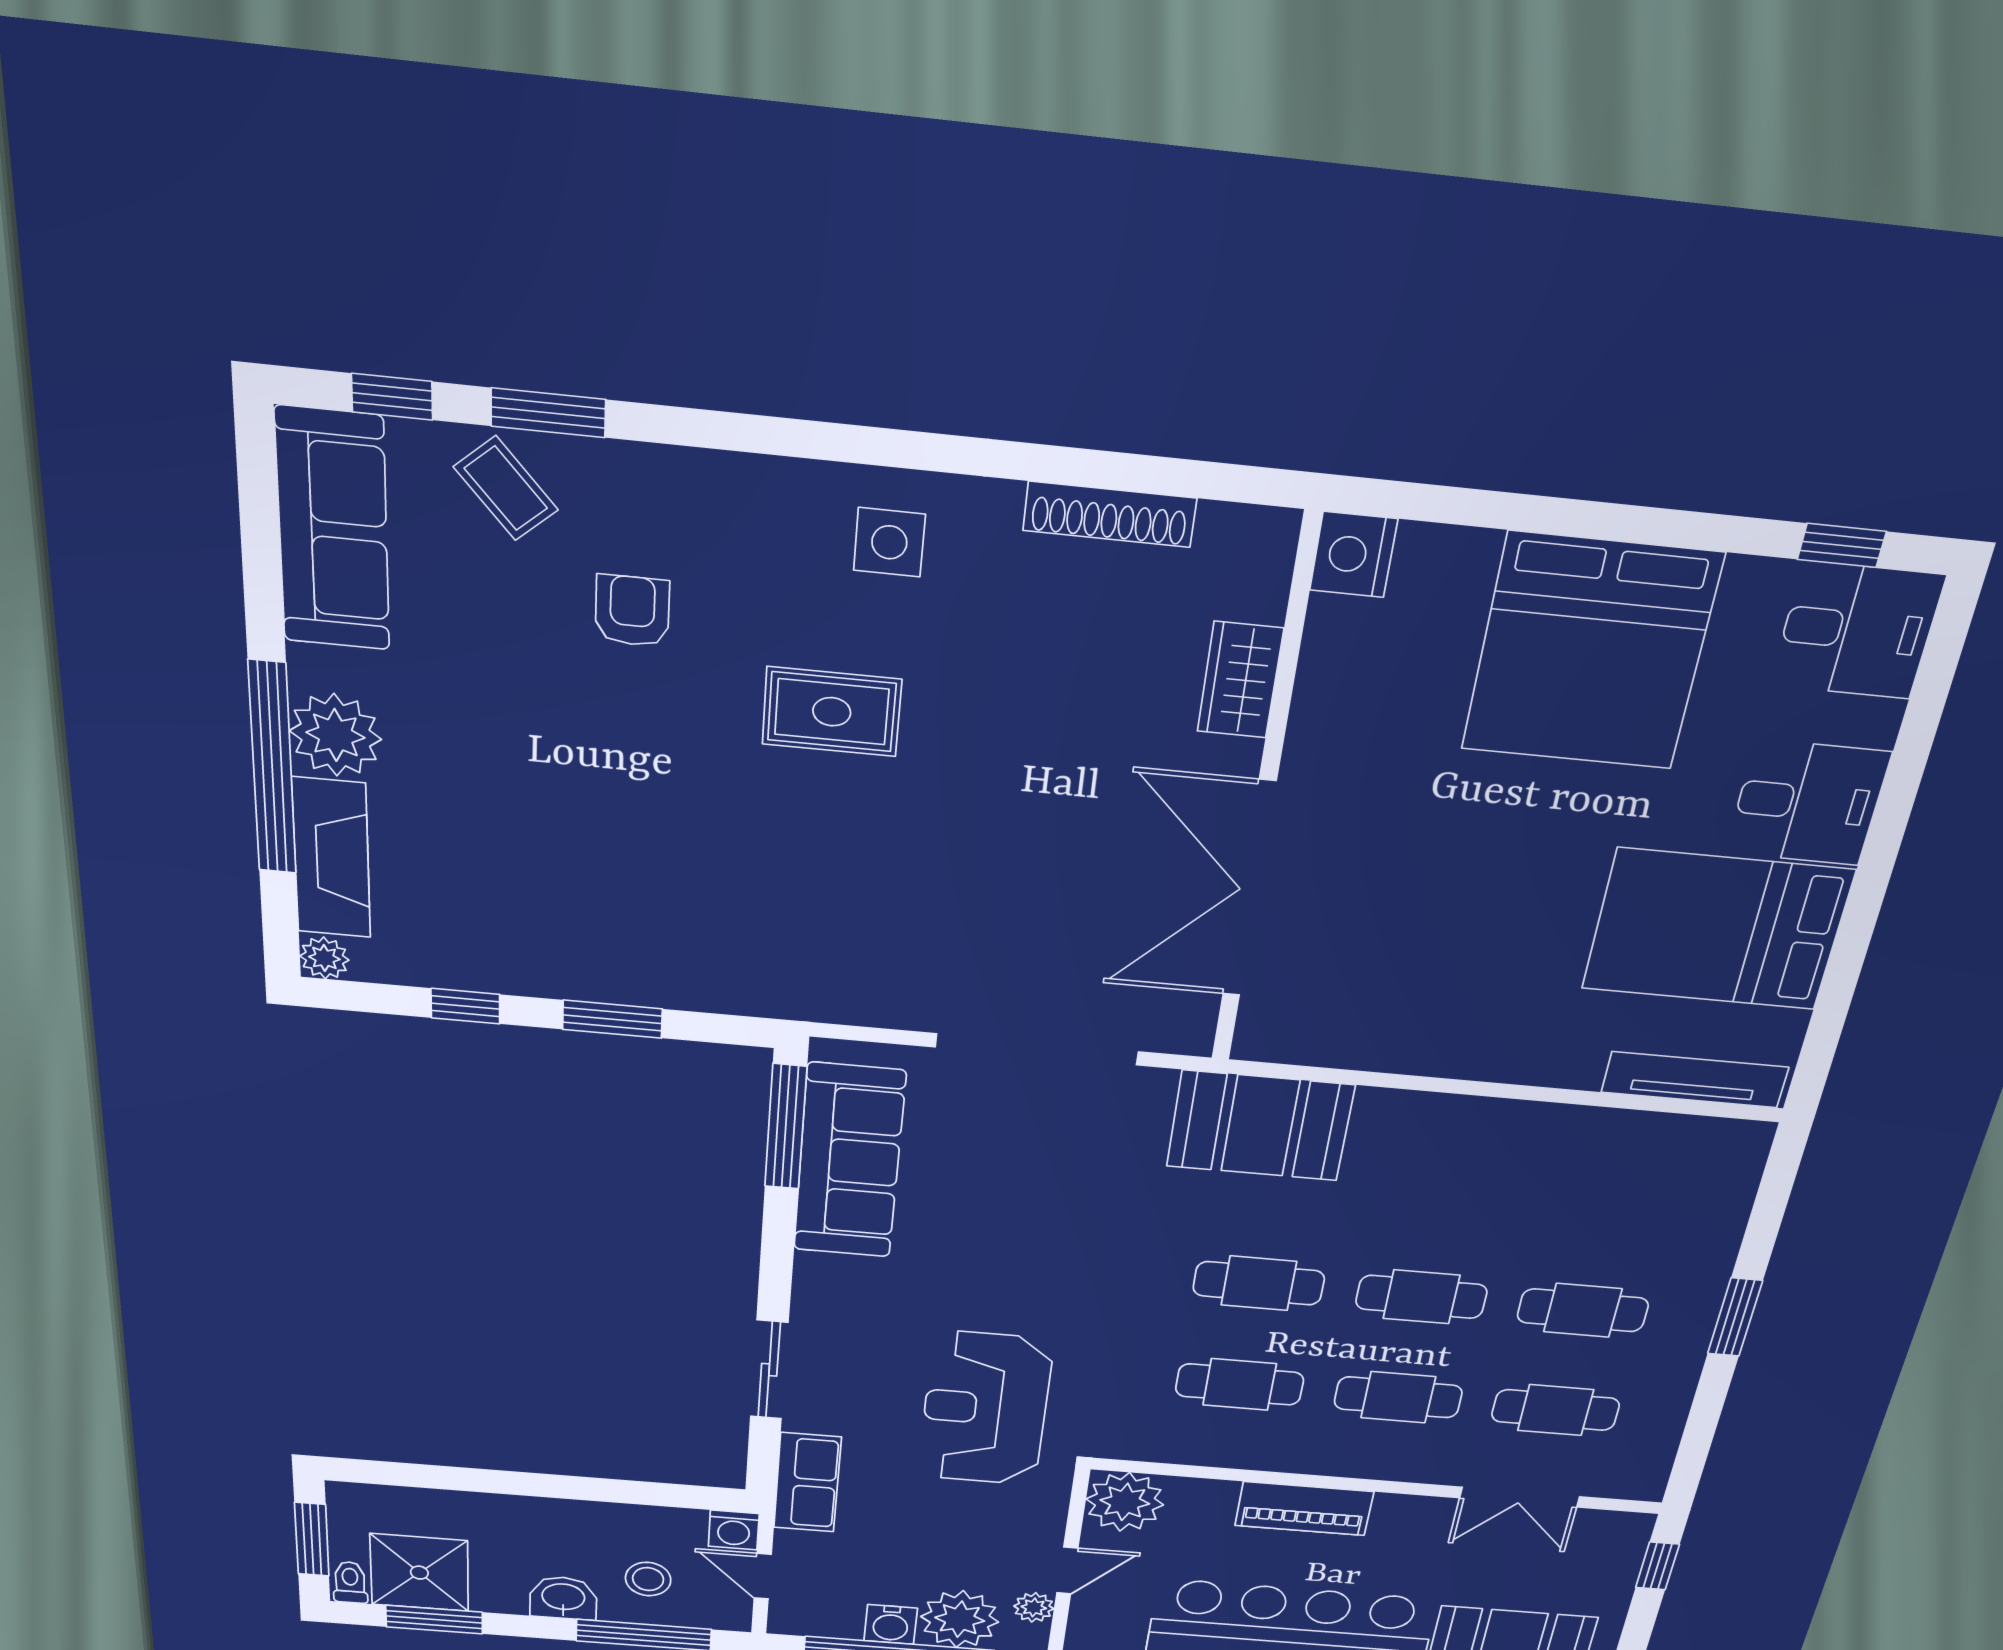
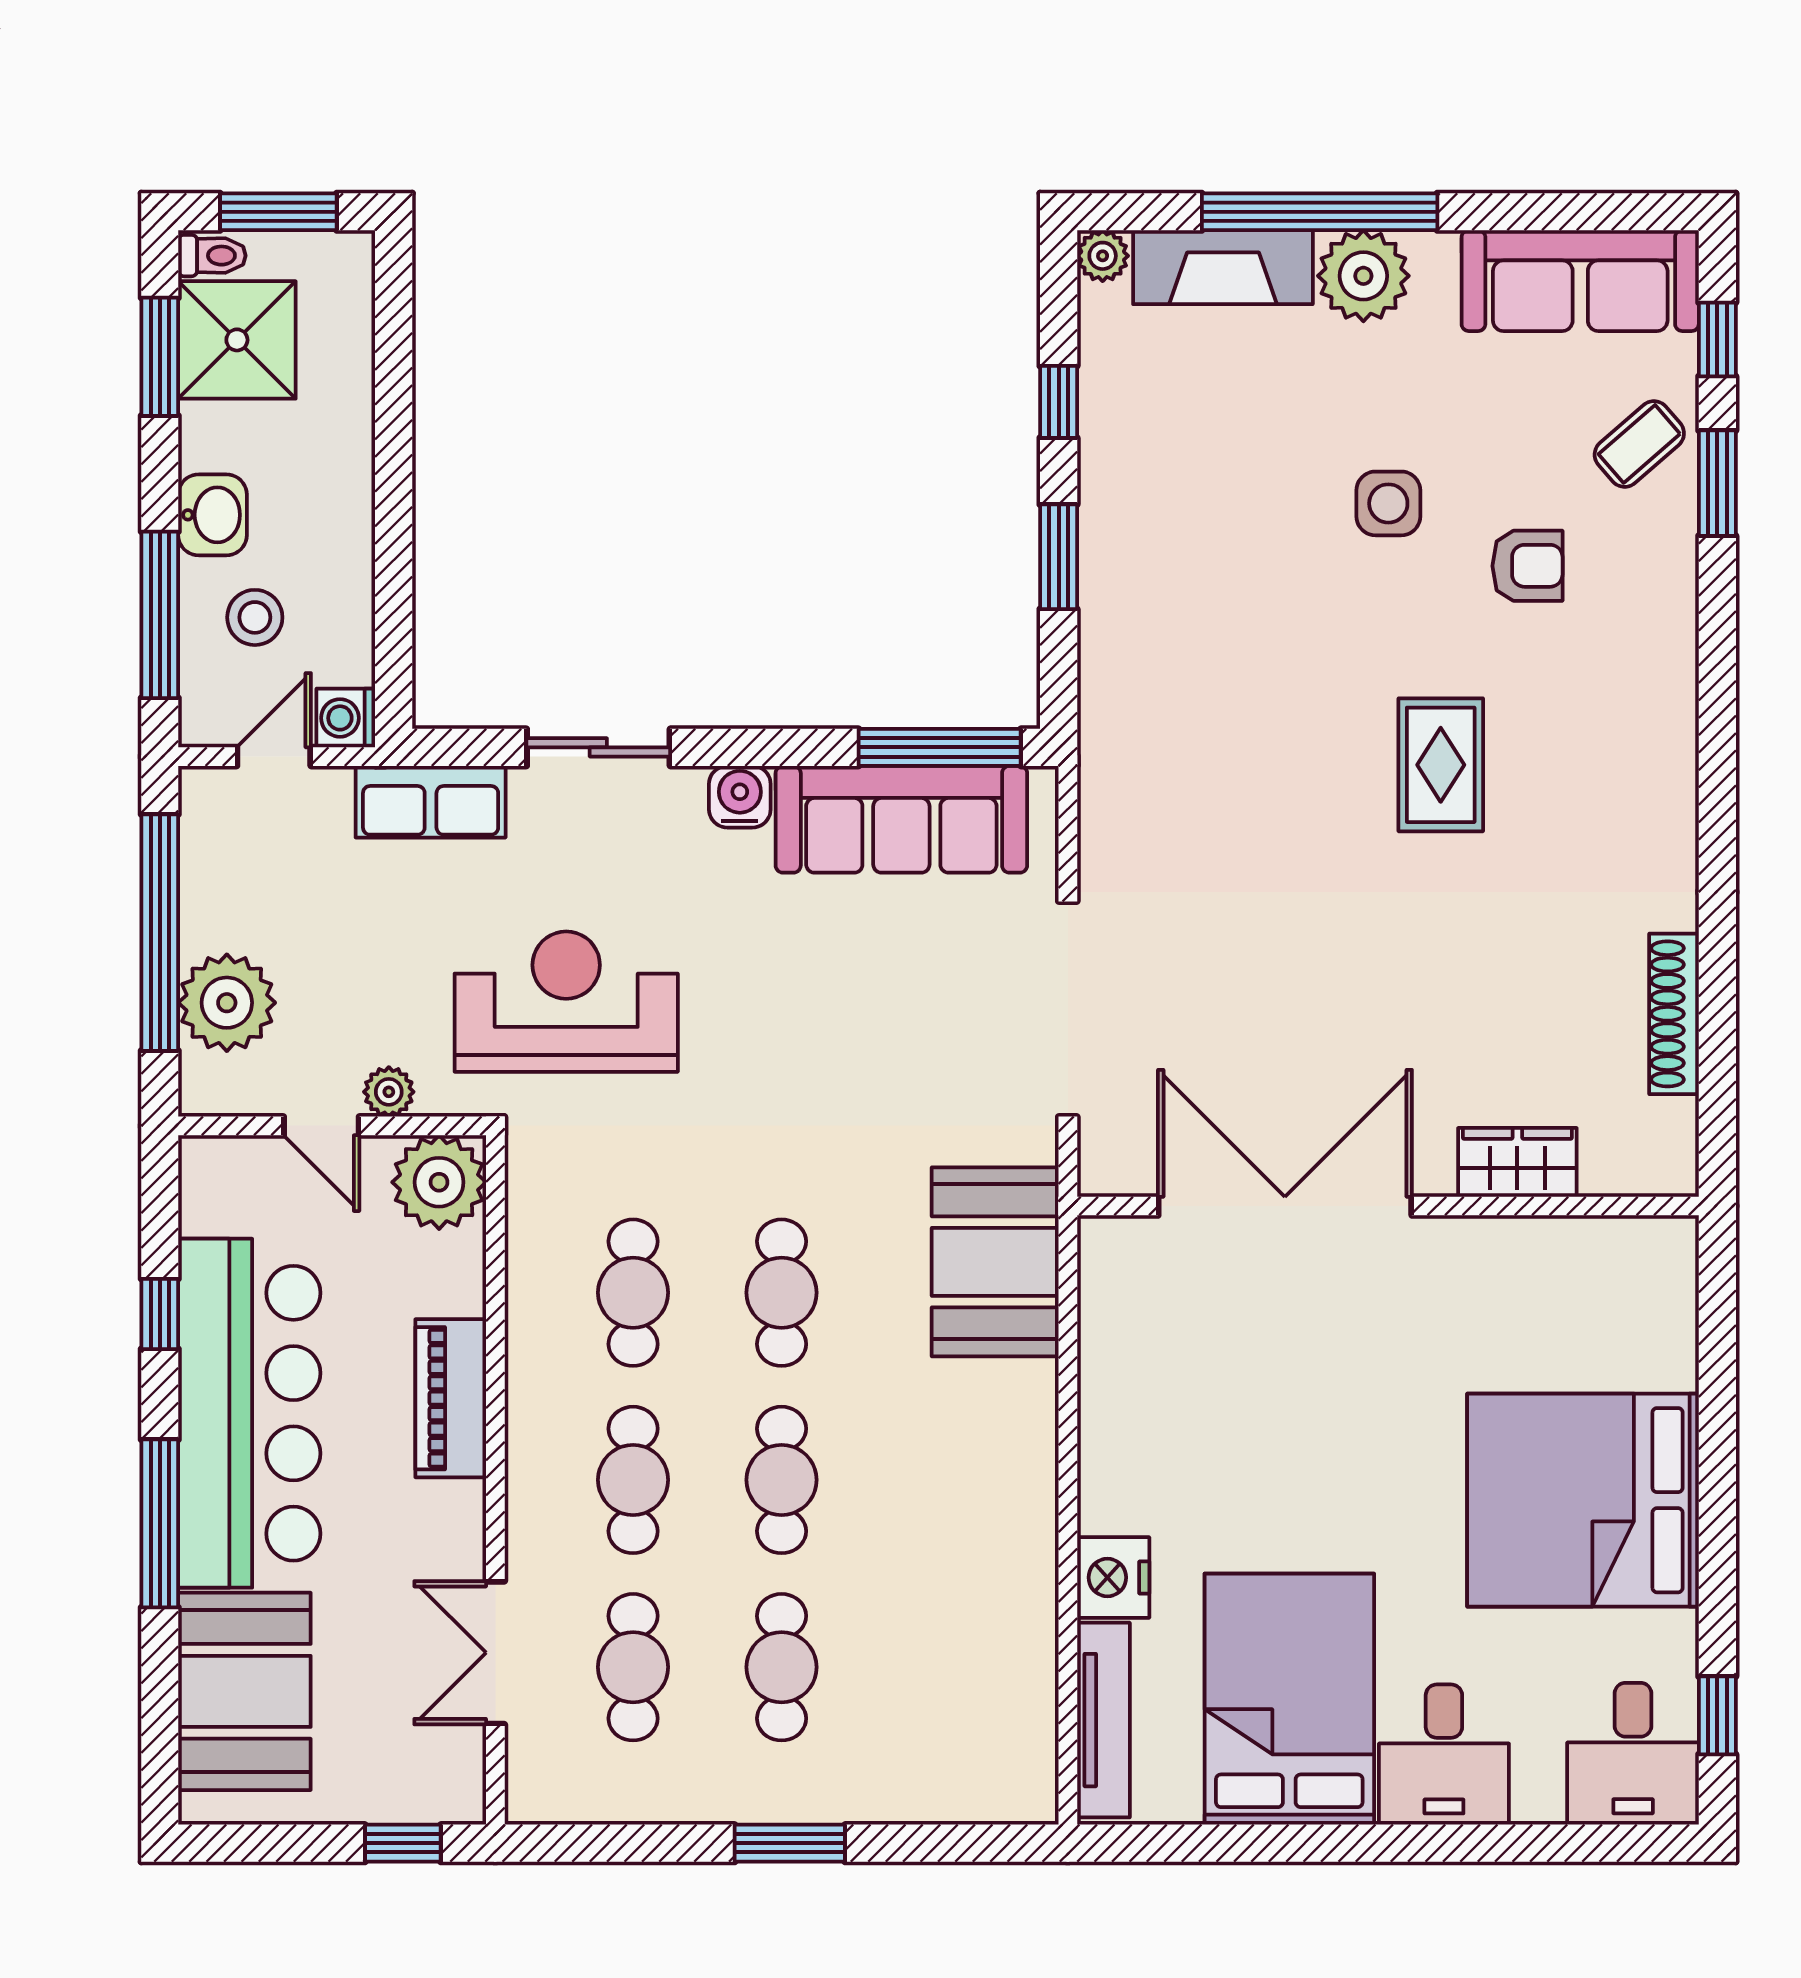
side table: (889, 542) -> (1388, 503), moved
nightstand: (1354, 555) -> (1113, 1577), moved, turned -90
plant: (1034, 1607) -> (389, 1092), moved
water cooler: (891, 1624) -> (740, 797), moved, turned 90

